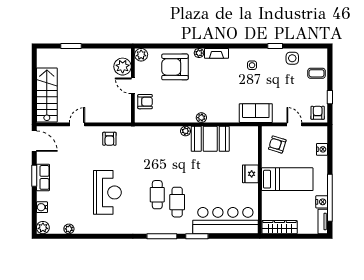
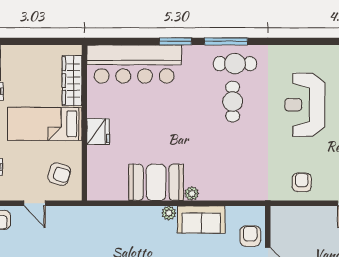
armchair: (145, 102) -> (250, 236), turned 90
sofa: (256, 113) -> (201, 219), moved
cafe table: (177, 202) -> (235, 64), moved, turned 90
wardrobe: (280, 227) -> (72, 81), moved, turned 90

